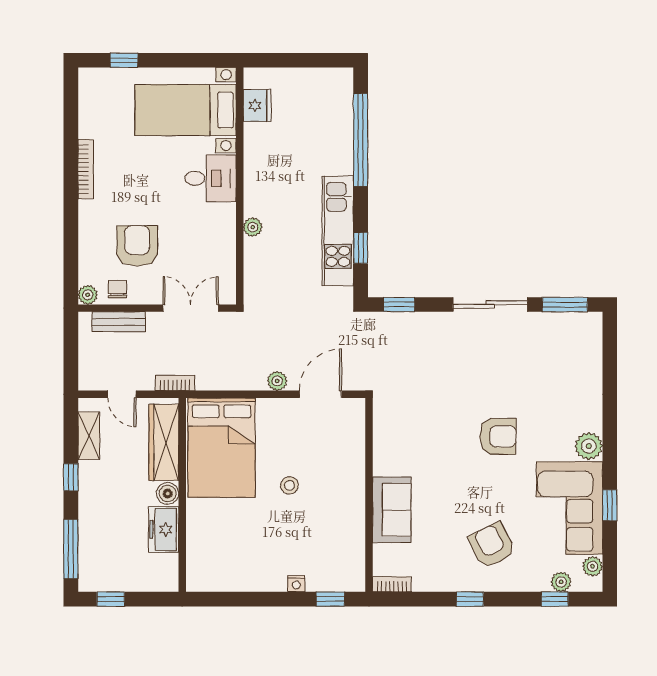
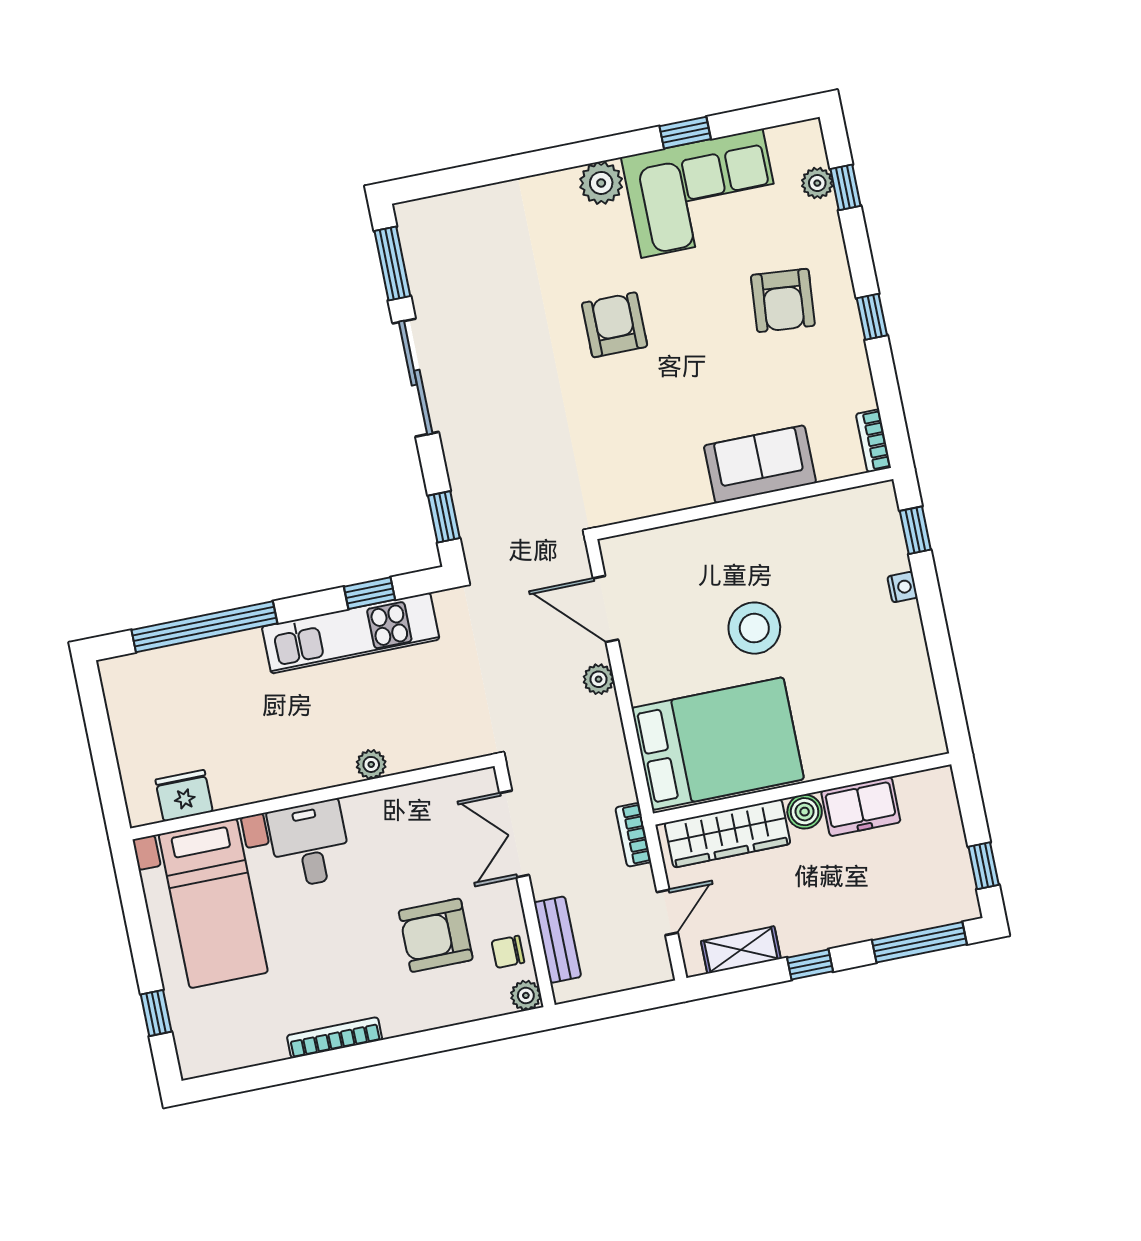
stool: (289, 485) -> (754, 628), width x1.89, depth x1.89
armchair: (492, 545) -> (783, 300), turned -58
plant: (593, 566) -> (784, 140), removed

